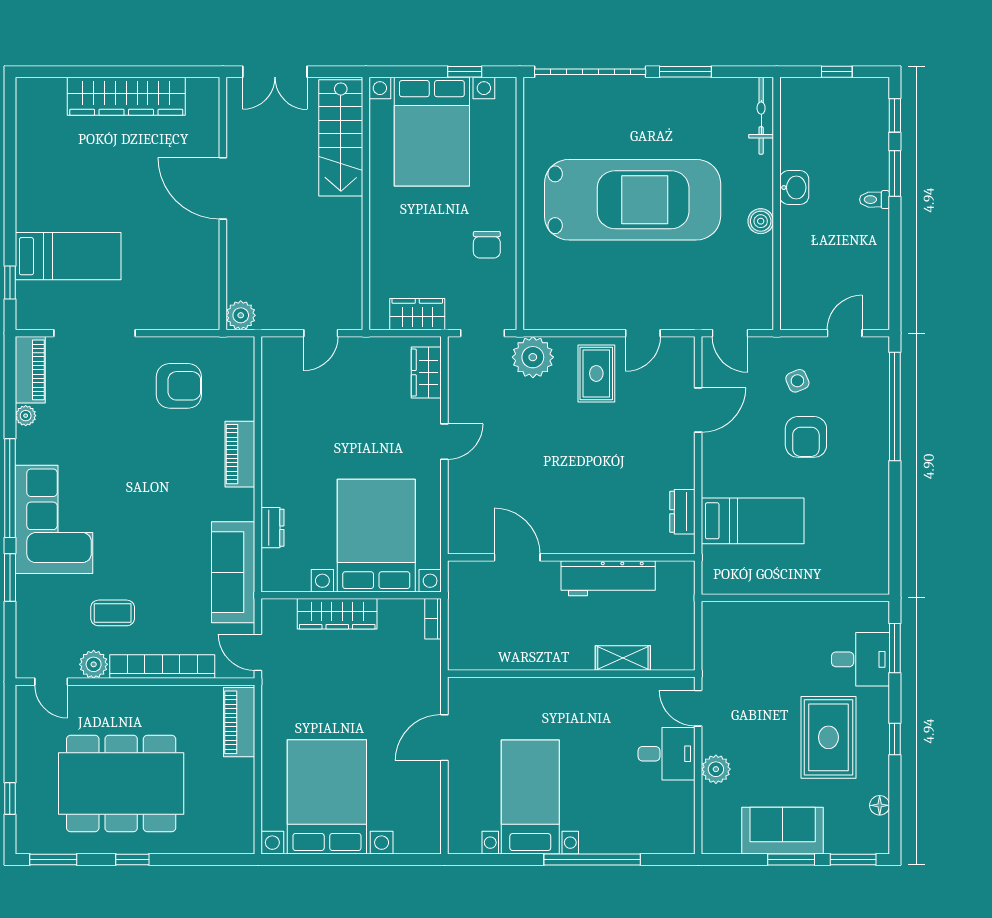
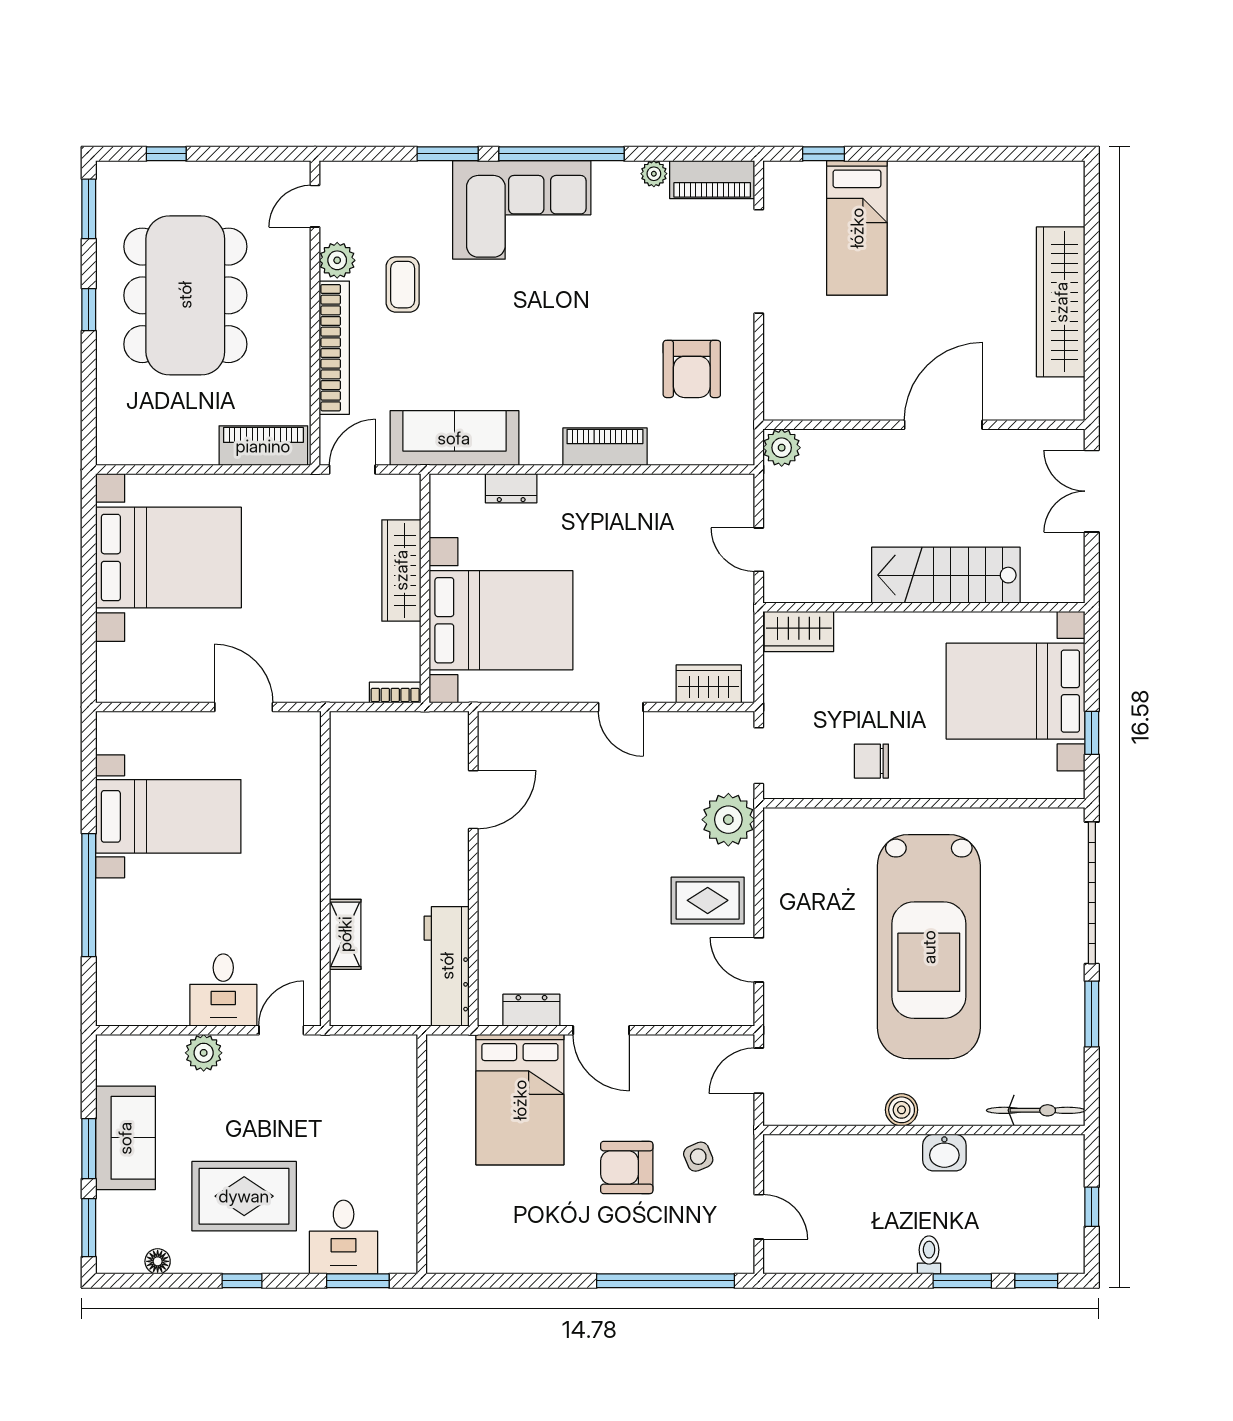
stairs: (341, 138) -> (946, 575), moved
wardrobe: (417, 314) -> (799, 631), moved, turned 90
door: (698, 410) -> (601, 1030), moved
bed: (753, 521) -> (520, 1100), width x1.50
workbench: (608, 578) -> (447, 966), moved

